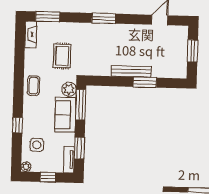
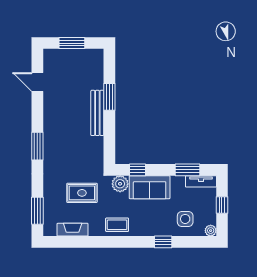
fireplace: (31, 34) -> (73, 230), moved
window: (81, 105) -> (137, 170), width x0.46

